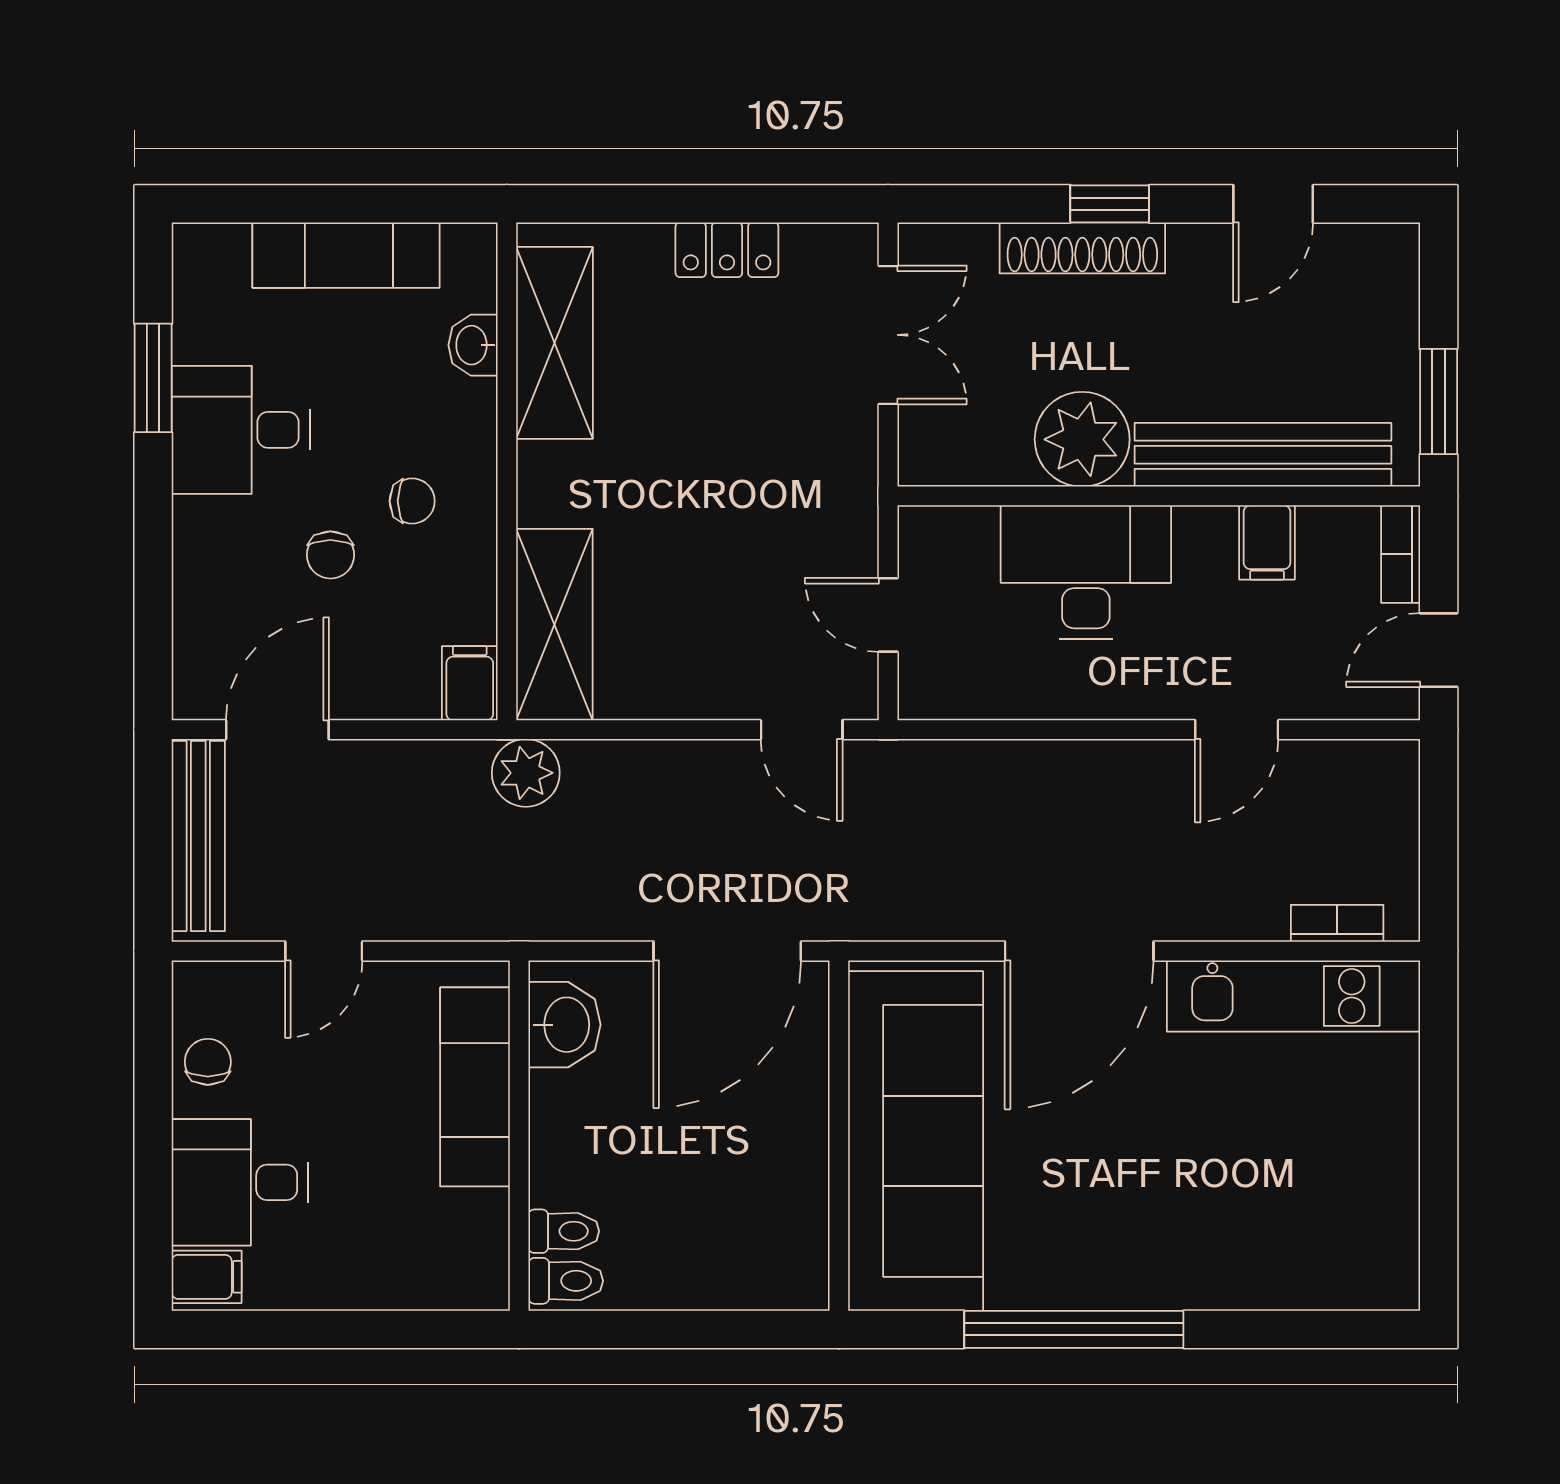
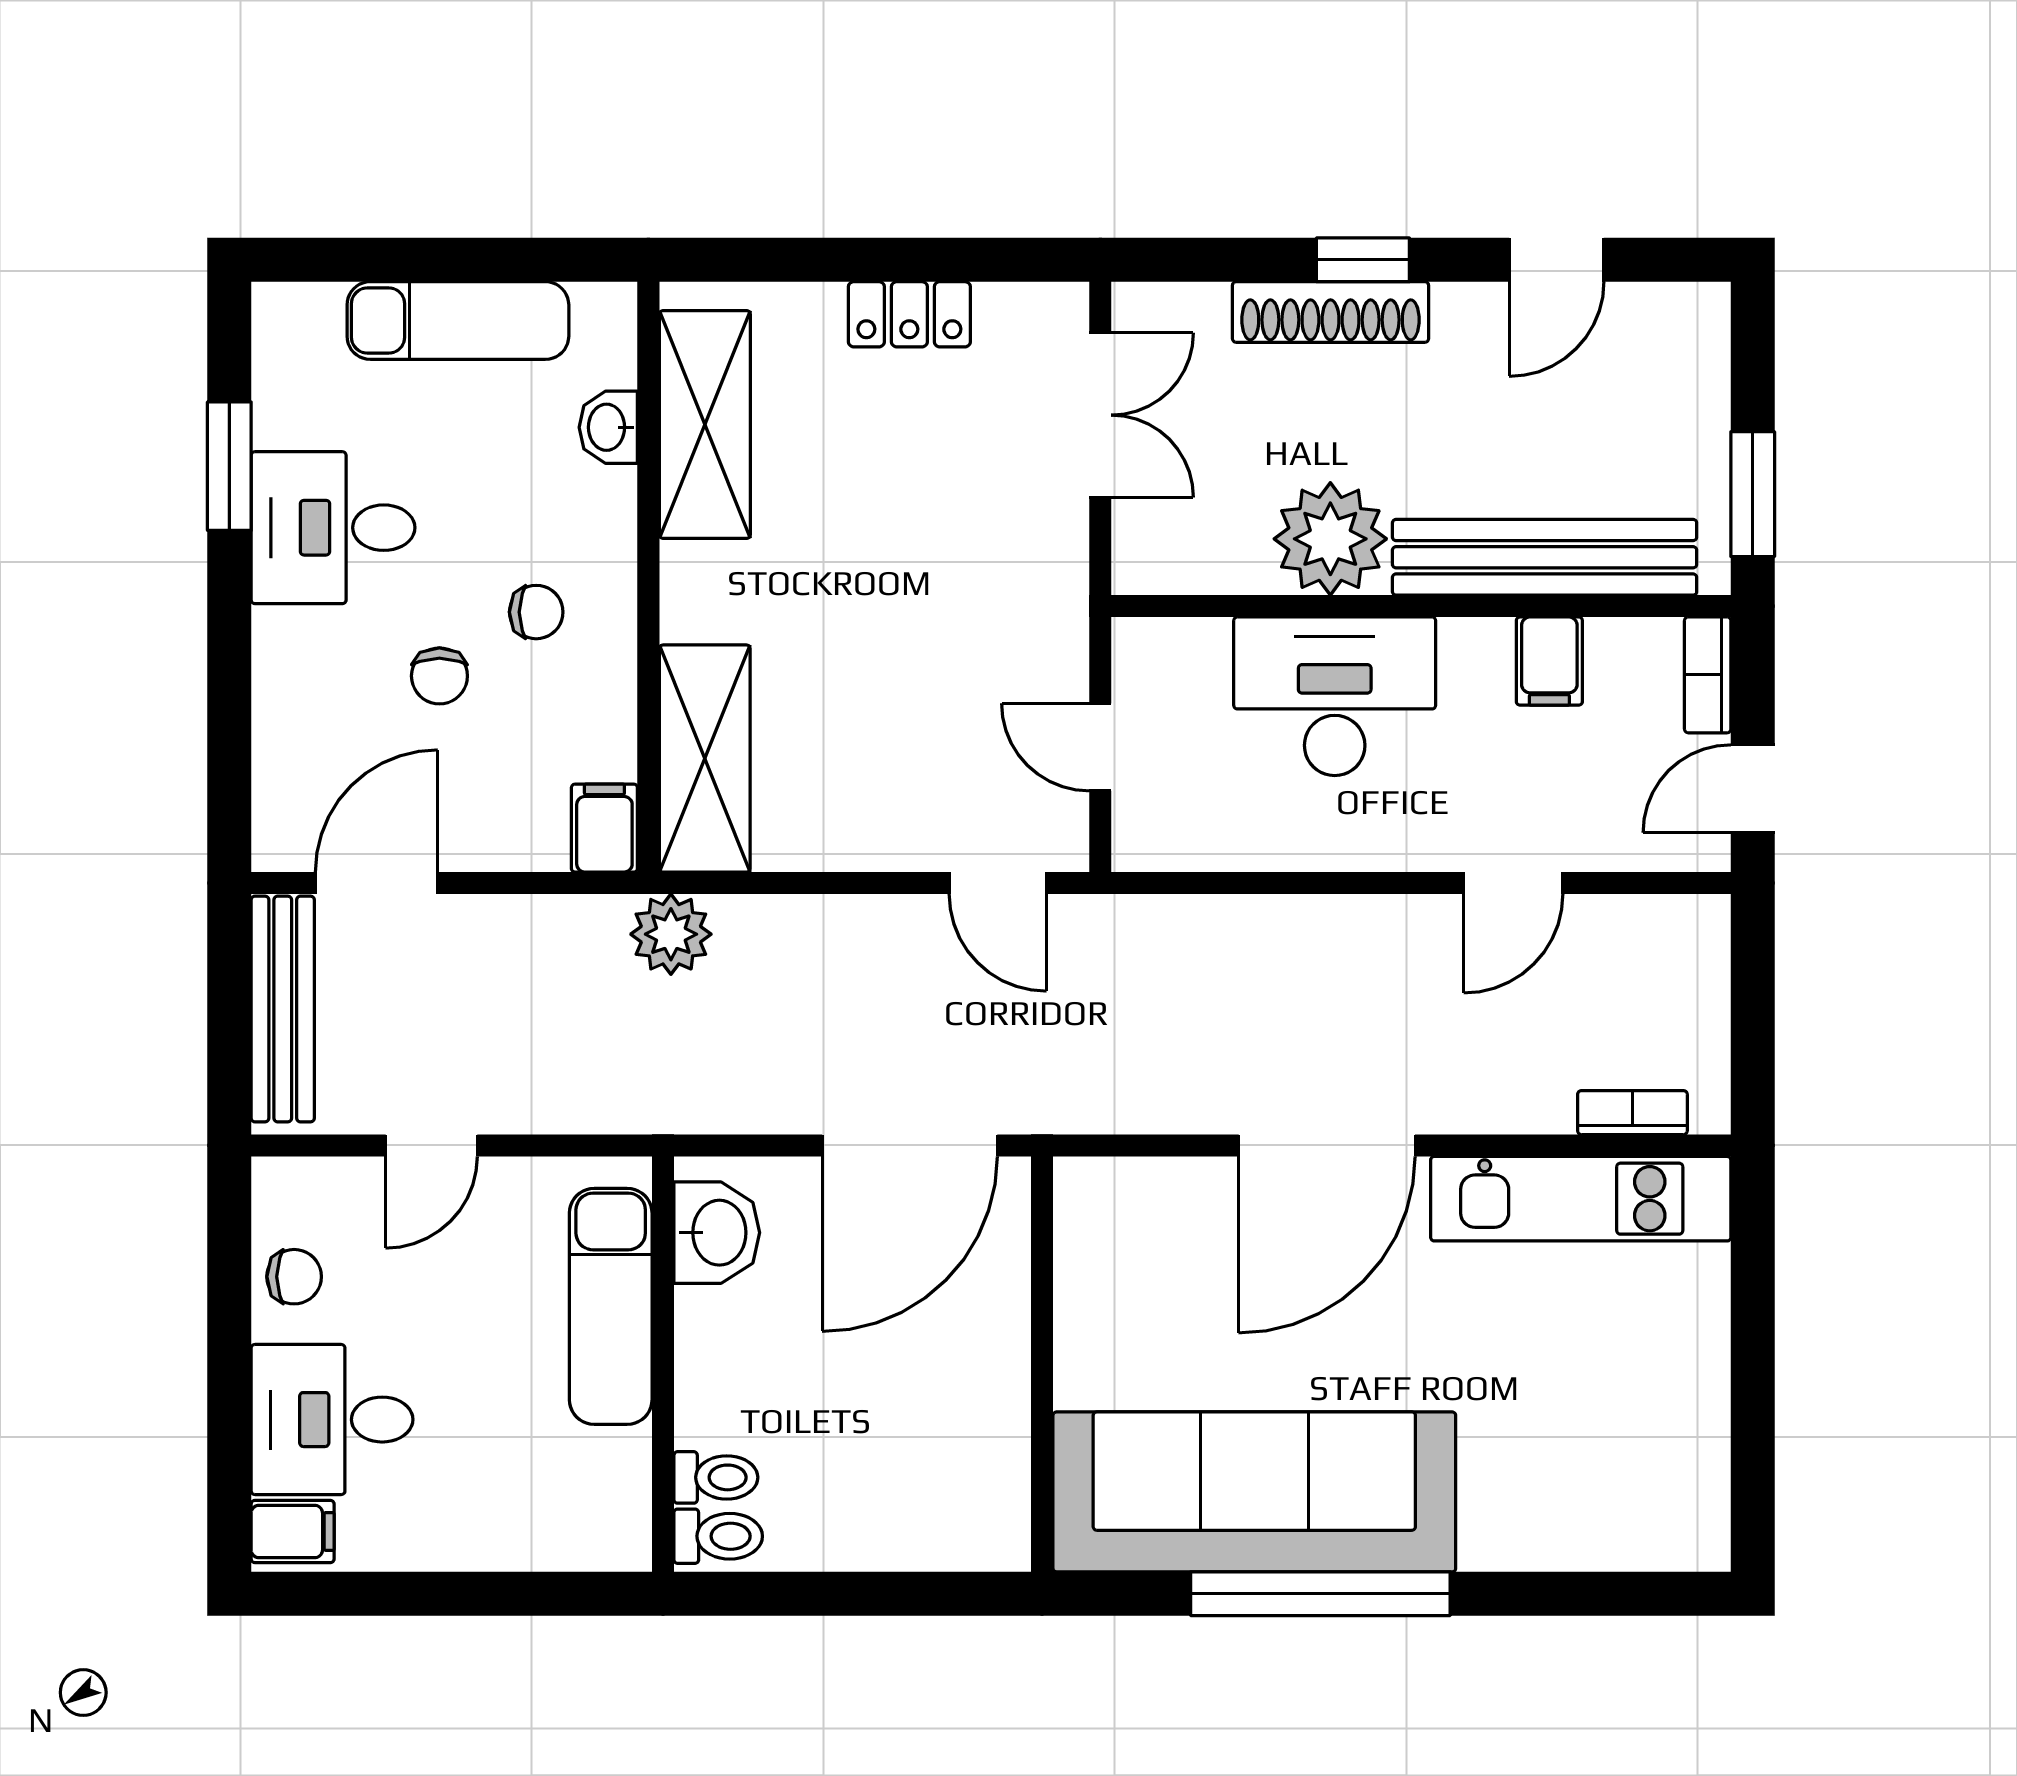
chair: (208, 1062) -> (294, 1277), turned 90
sofa: (916, 1141) -> (1254, 1492), moved, turned -90

